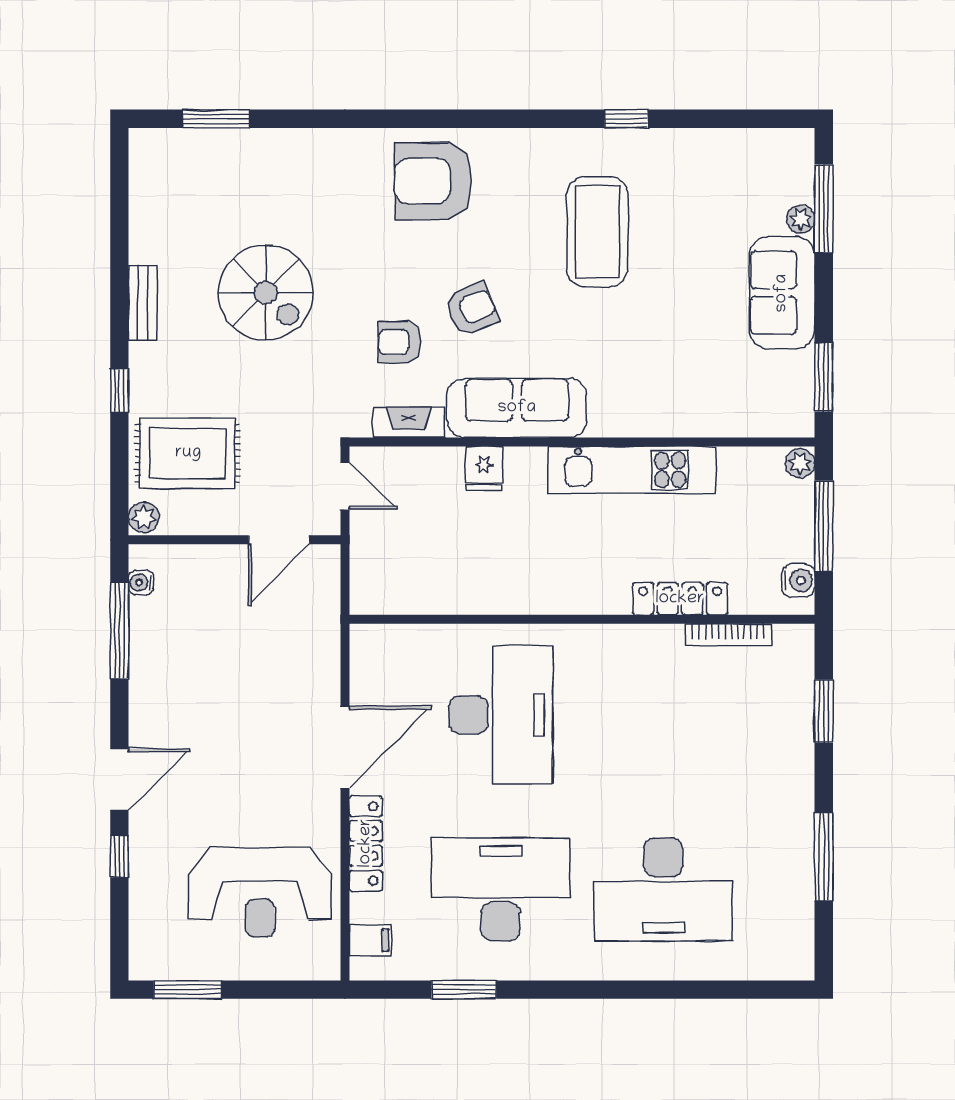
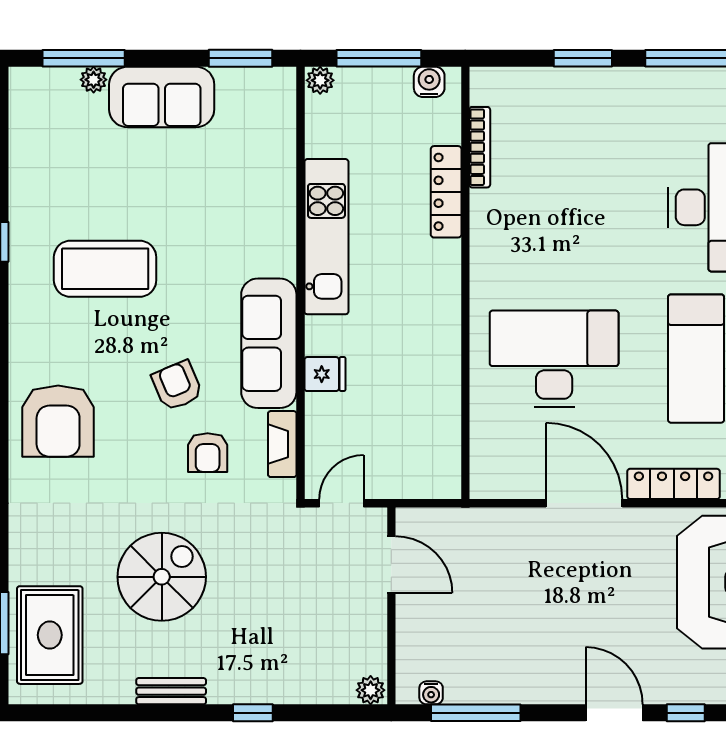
rug: (188, 453) -> (50, 635), moved
window: (824, 711) -> (583, 58), moved

